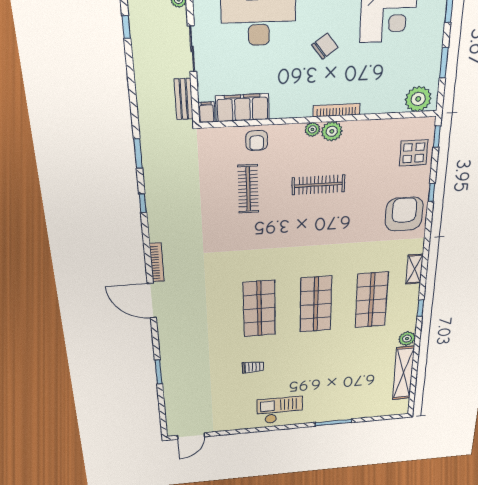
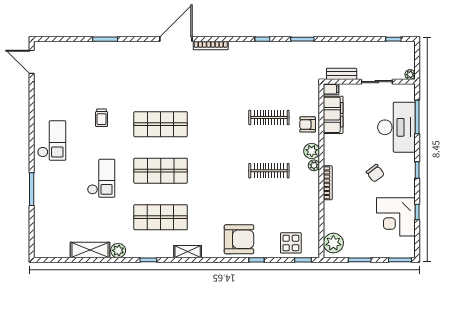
plant: (332, 131) -> (312, 151), moved
clothes rail: (318, 185) -> (269, 171), turned 90
checkout: (323, 362) -> (101, 178), added
shelving: (403, 373) -> (90, 250), width x0.68

